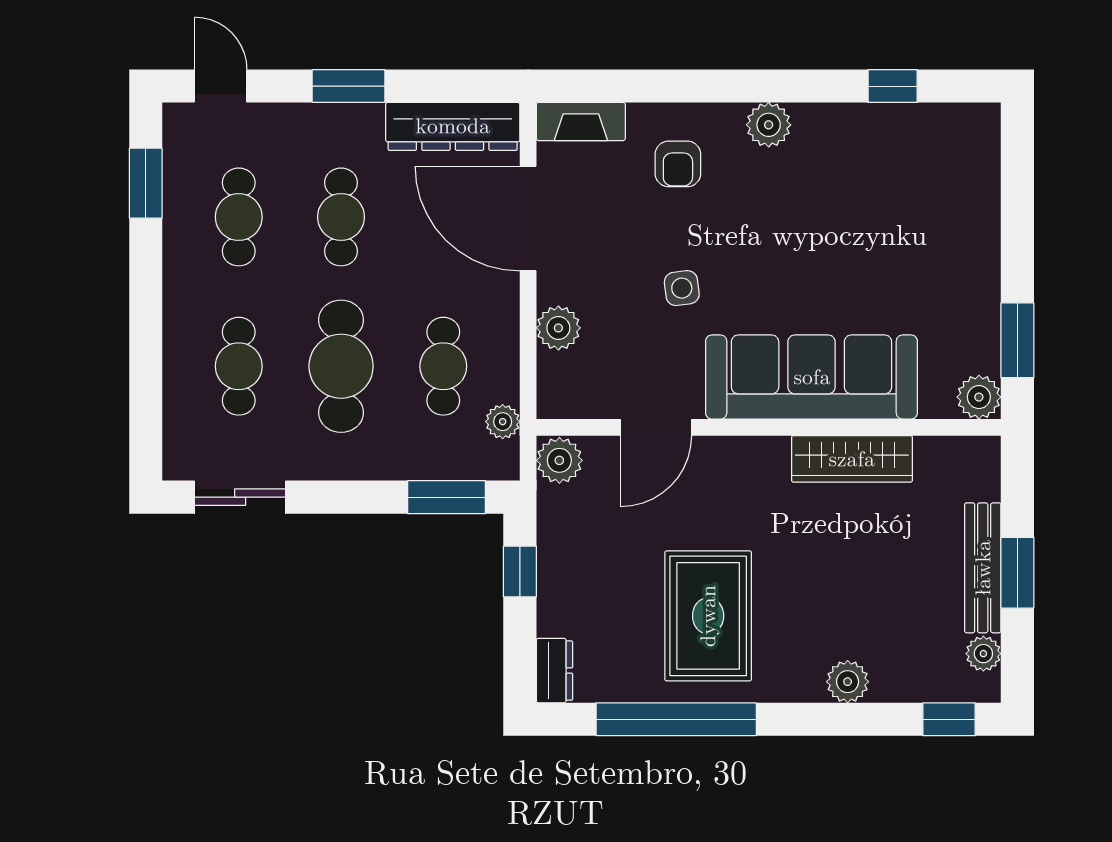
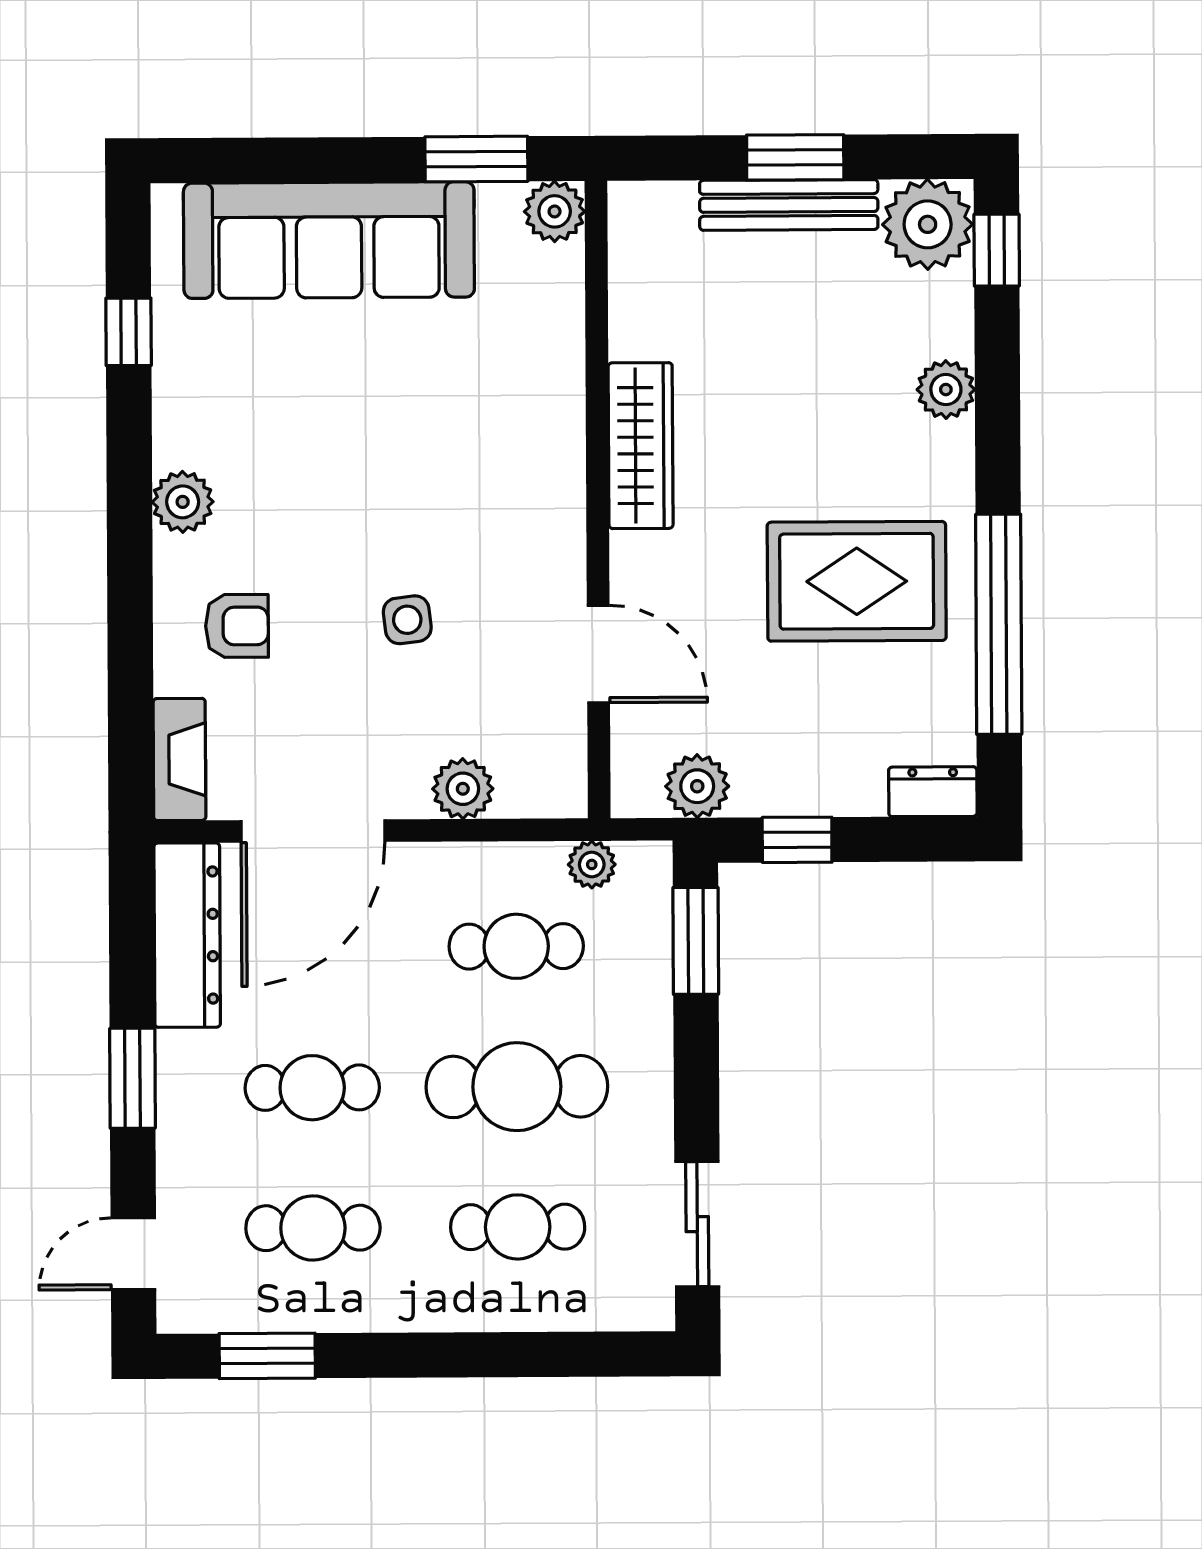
sofa: (812, 377) -> (329, 240), moved, turned -90
wardrobe: (852, 459) -> (641, 446), moved
plant: (559, 460) -> (697, 786), moved
plant: (983, 654) -> (928, 224), width x1.87, depth x1.87

